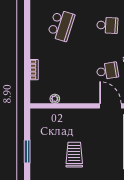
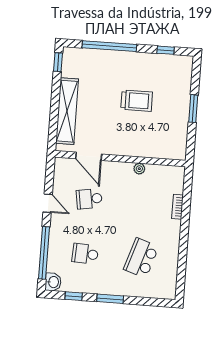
plant: (55, 99) -> (139, 169), moved
trolley: (74, 155) -> (137, 101), turned -90

